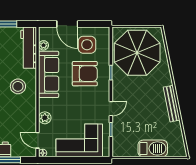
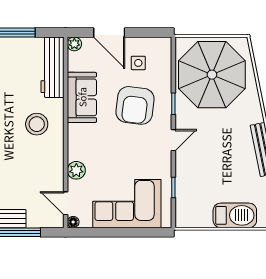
plant: (44, 45) -> (74, 44), moved
side table: (87, 45) -> (138, 63), width x0.54, depth x0.54
sofa: (49, 74) -> (82, 97), width x0.73
armchair: (85, 74) -> (135, 105), turned 97
door: (111, 109) -> (173, 140), moved

